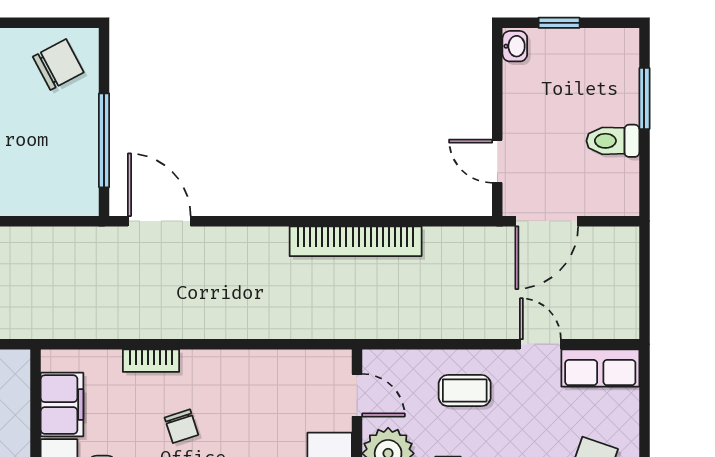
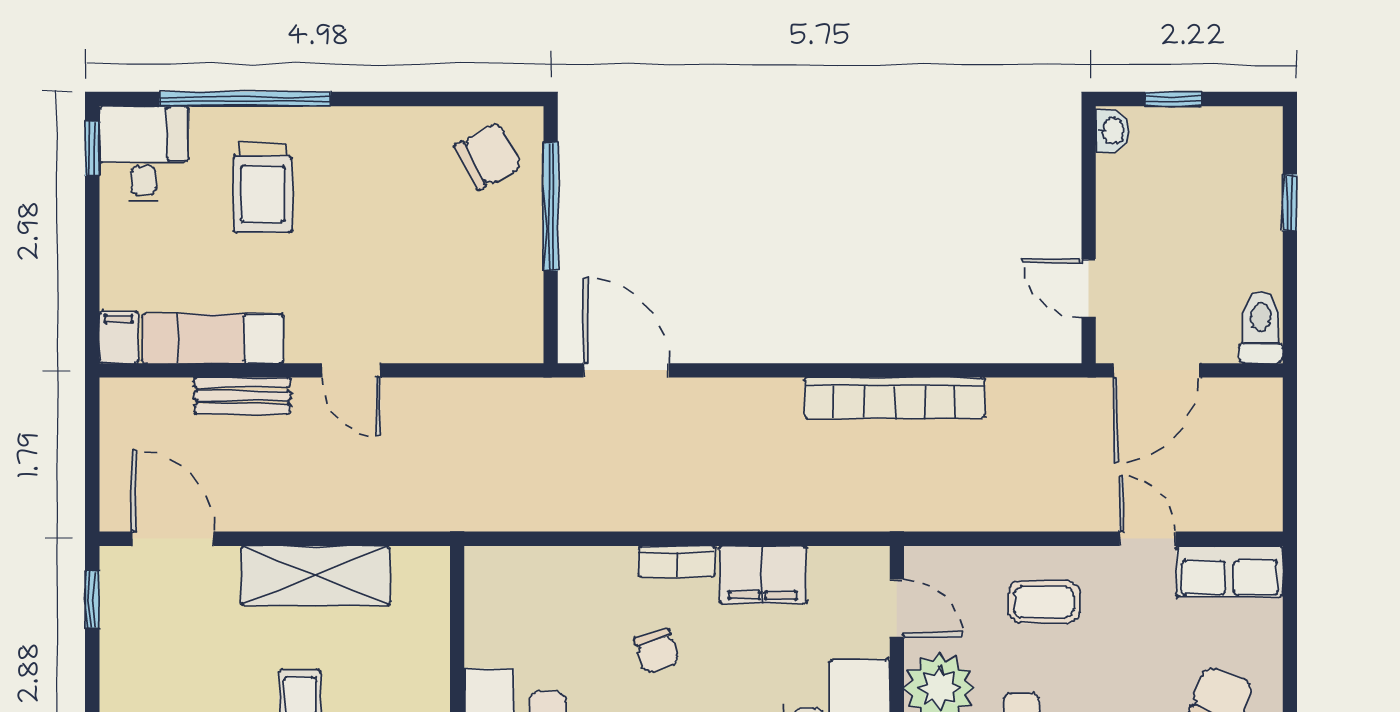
window: (644, 98) -> (1290, 203), width x0.67
window: (104, 140) -> (551, 206), moved
toilet: (613, 141) -> (1261, 327), moved, turned 90
bookcase: (151, 361) -> (677, 561), moved
filing cabinet: (62, 405) -> (763, 575), moved, turned 90

